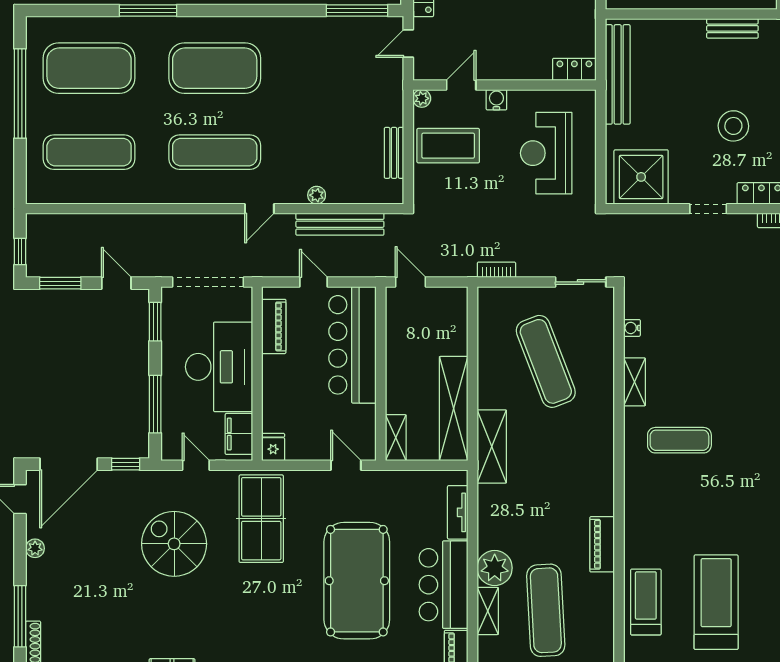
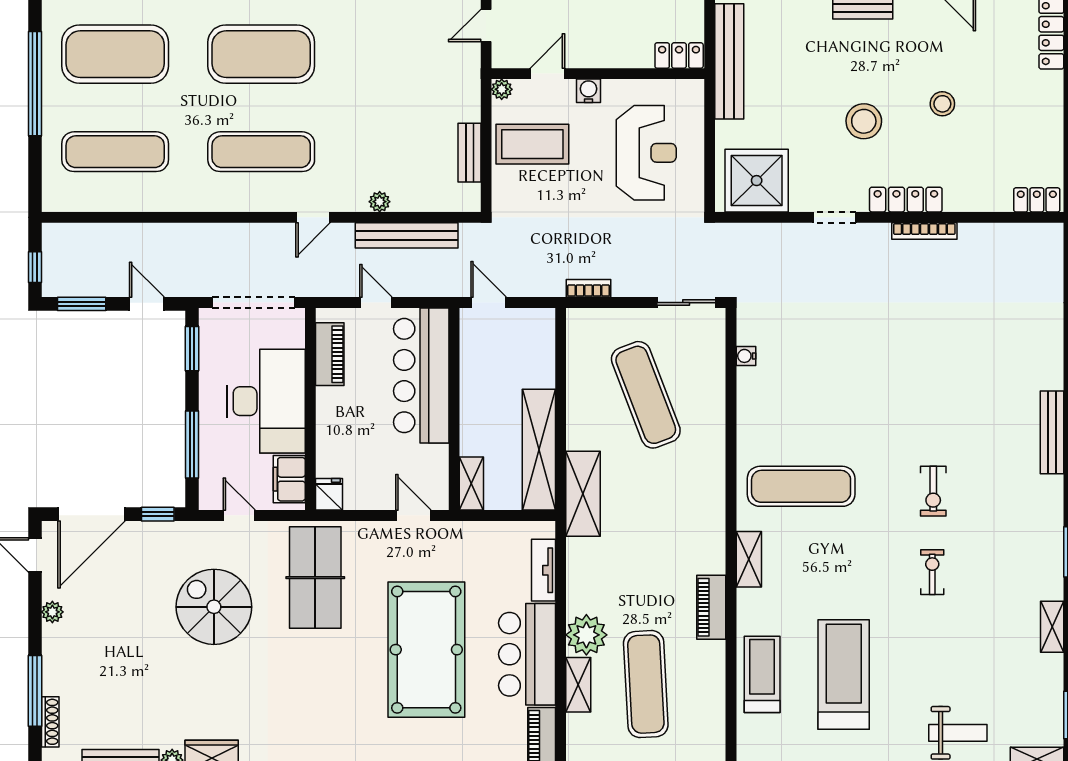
reception desk: (546, 153) -> (646, 153), turned 180
shelving: (634, 382) -> (749, 559), moved
exercise mat: (679, 440) -> (801, 486), width x1.36, depth x1.45

